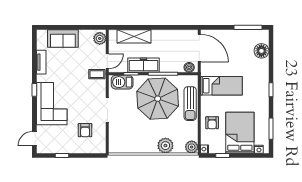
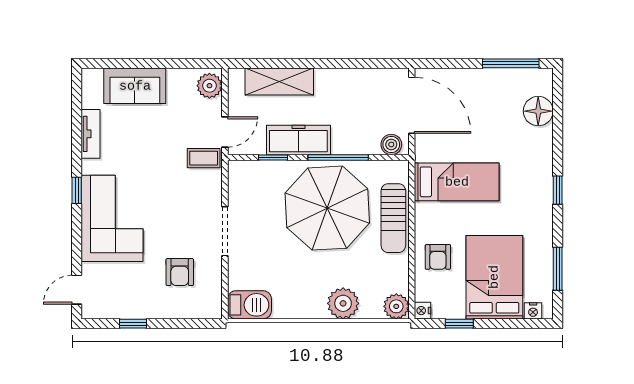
barbecue: (122, 82) -> (249, 305), moved, turned 180

